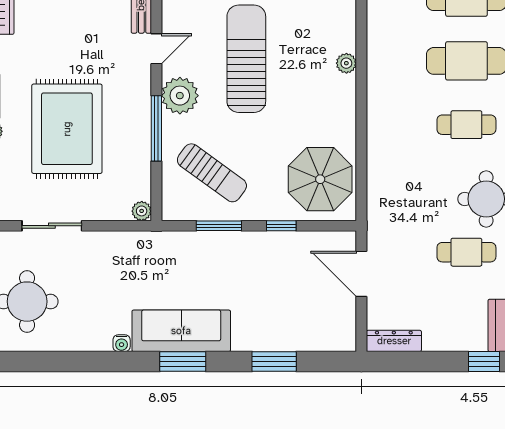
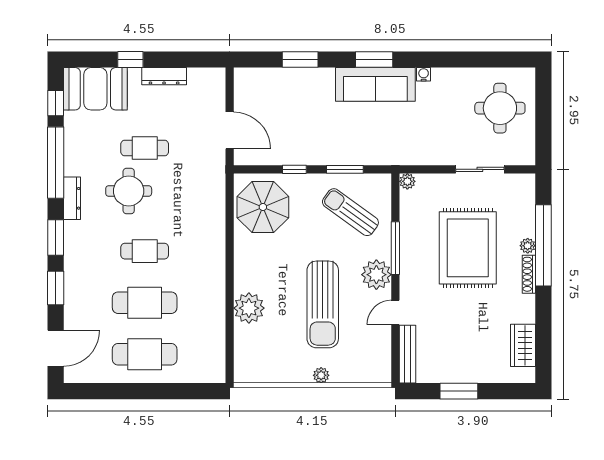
plant: (346, 63) -> (249, 308), width x1.87, depth x1.87
dresser: (394, 341) -> (164, 76), moved

